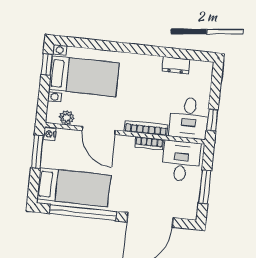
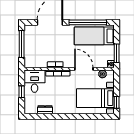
window: (212, 120) -> (22, 92), moved
desk: (181, 161) -> (36, 57), removed
window: (205, 187) -> (22, 44), width x1.44

